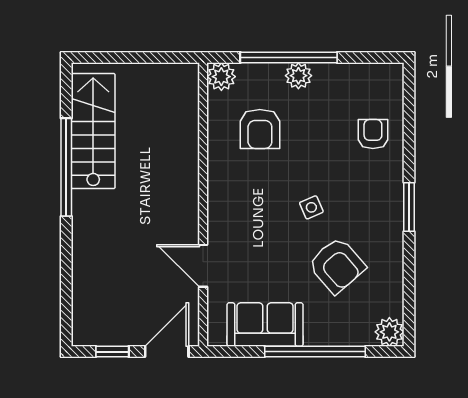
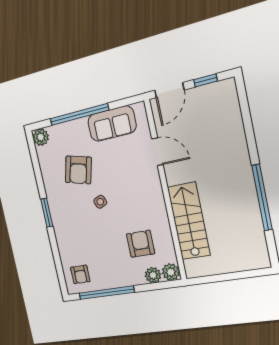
window: (289, 57) -> (106, 293), moved
plant: (298, 76) -> (153, 275), moved
stairs: (93, 131) -> (189, 221), moved, turned 180
armchair: (373, 134) -> (80, 274), moved
armchair: (337, 265) -> (78, 170), turned -124

